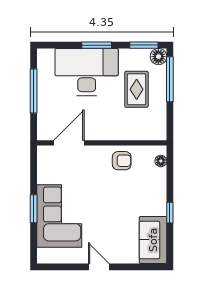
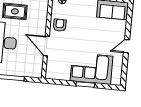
door: (69, 143) -> (46, 46), moved

